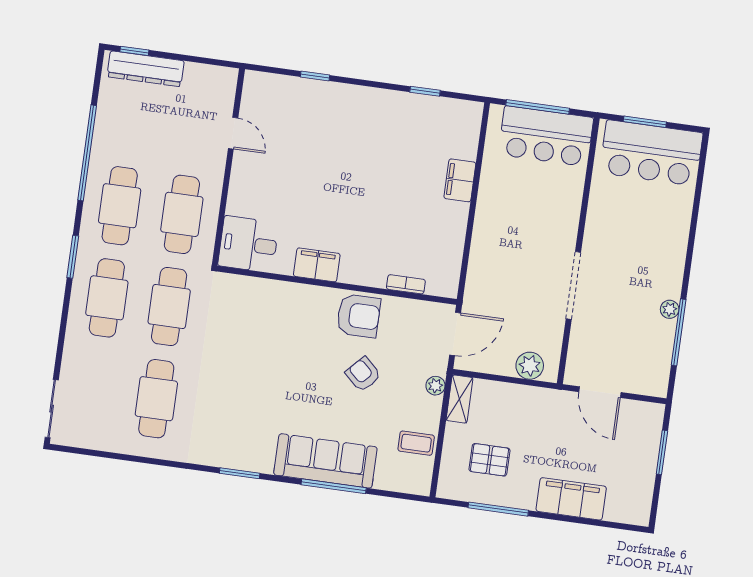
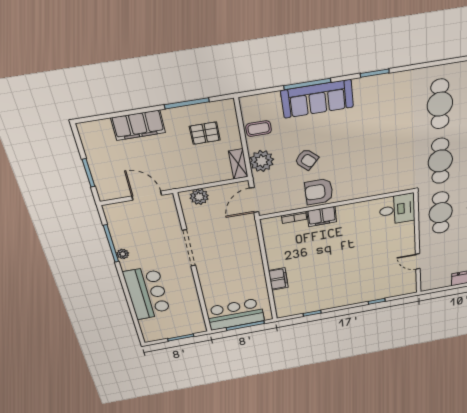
bar counter: (651, 153) -> (147, 293), moved, turned 90
filing cabinet: (317, 265) -> (322, 216), moved
plant: (435, 386) -> (262, 161), width x1.87, depth x1.87

